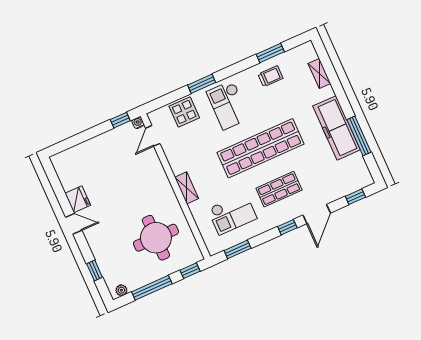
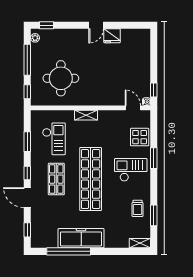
shelving: (319, 73) -> (140, 243), moved
window: (359, 136) -> (69, 251), width x1.46
checkout: (232, 214) -> (54, 139), turned 180
window: (238, 249) -> (27, 142), moved
window: (95, 270) -> (47, 25), moved

